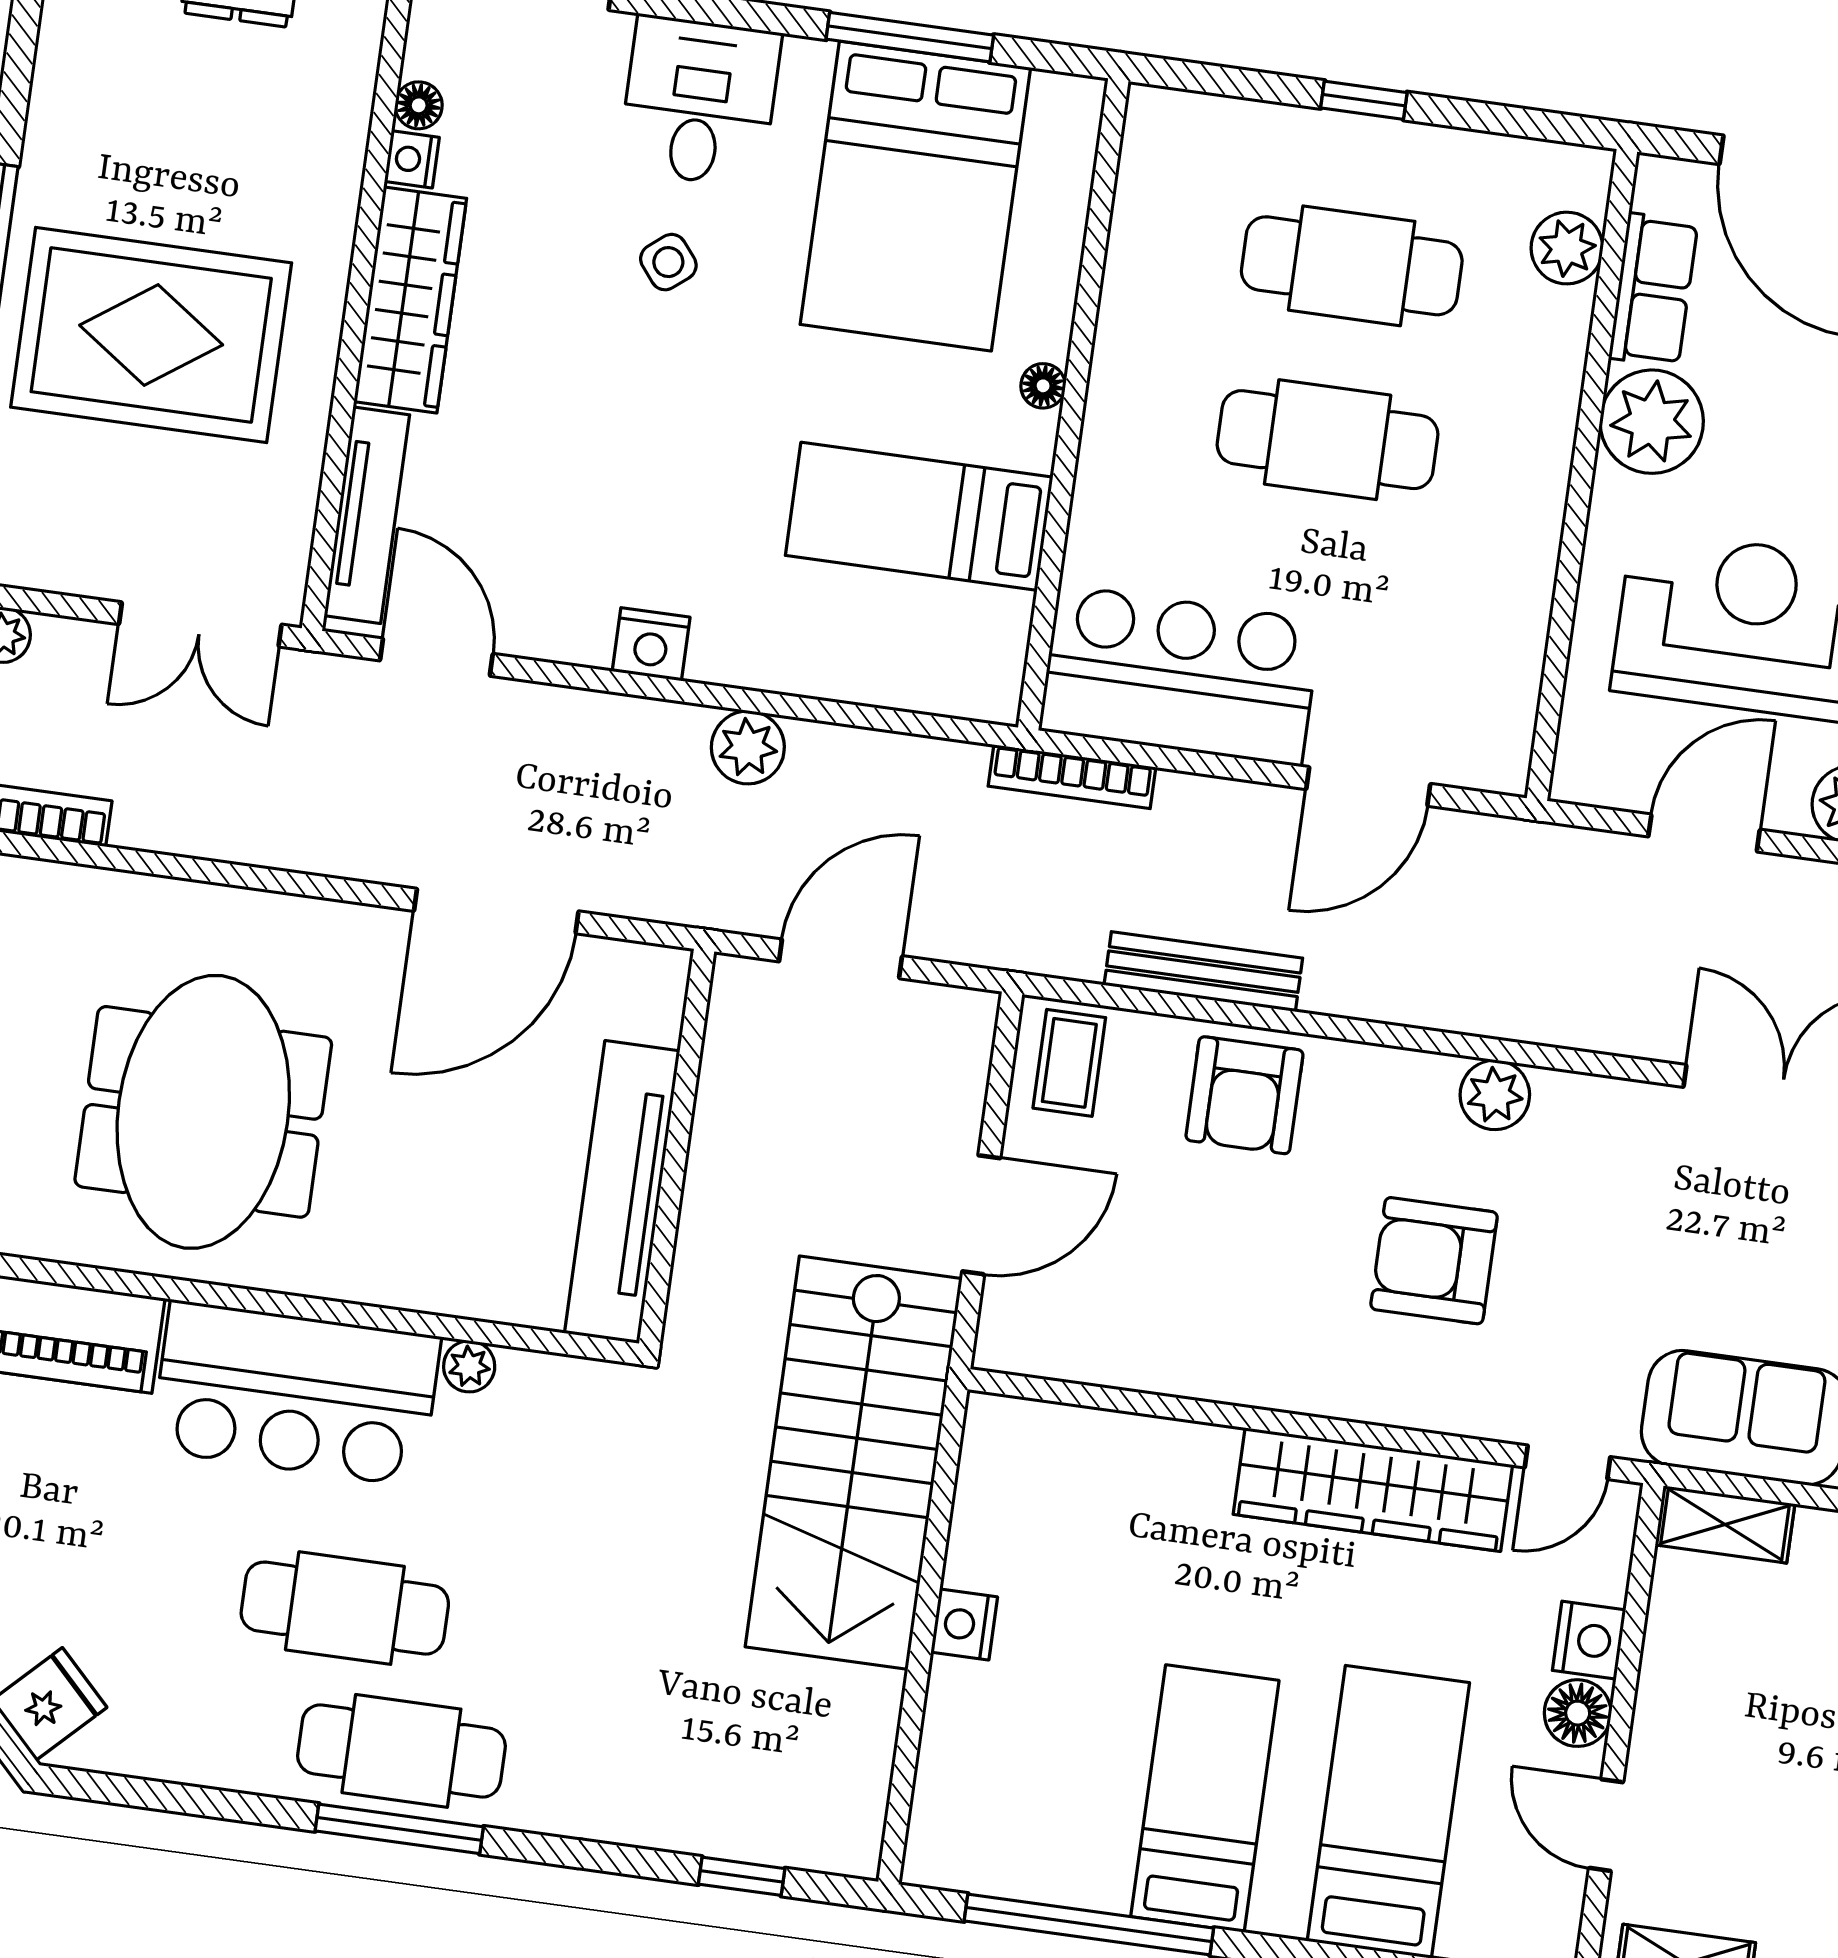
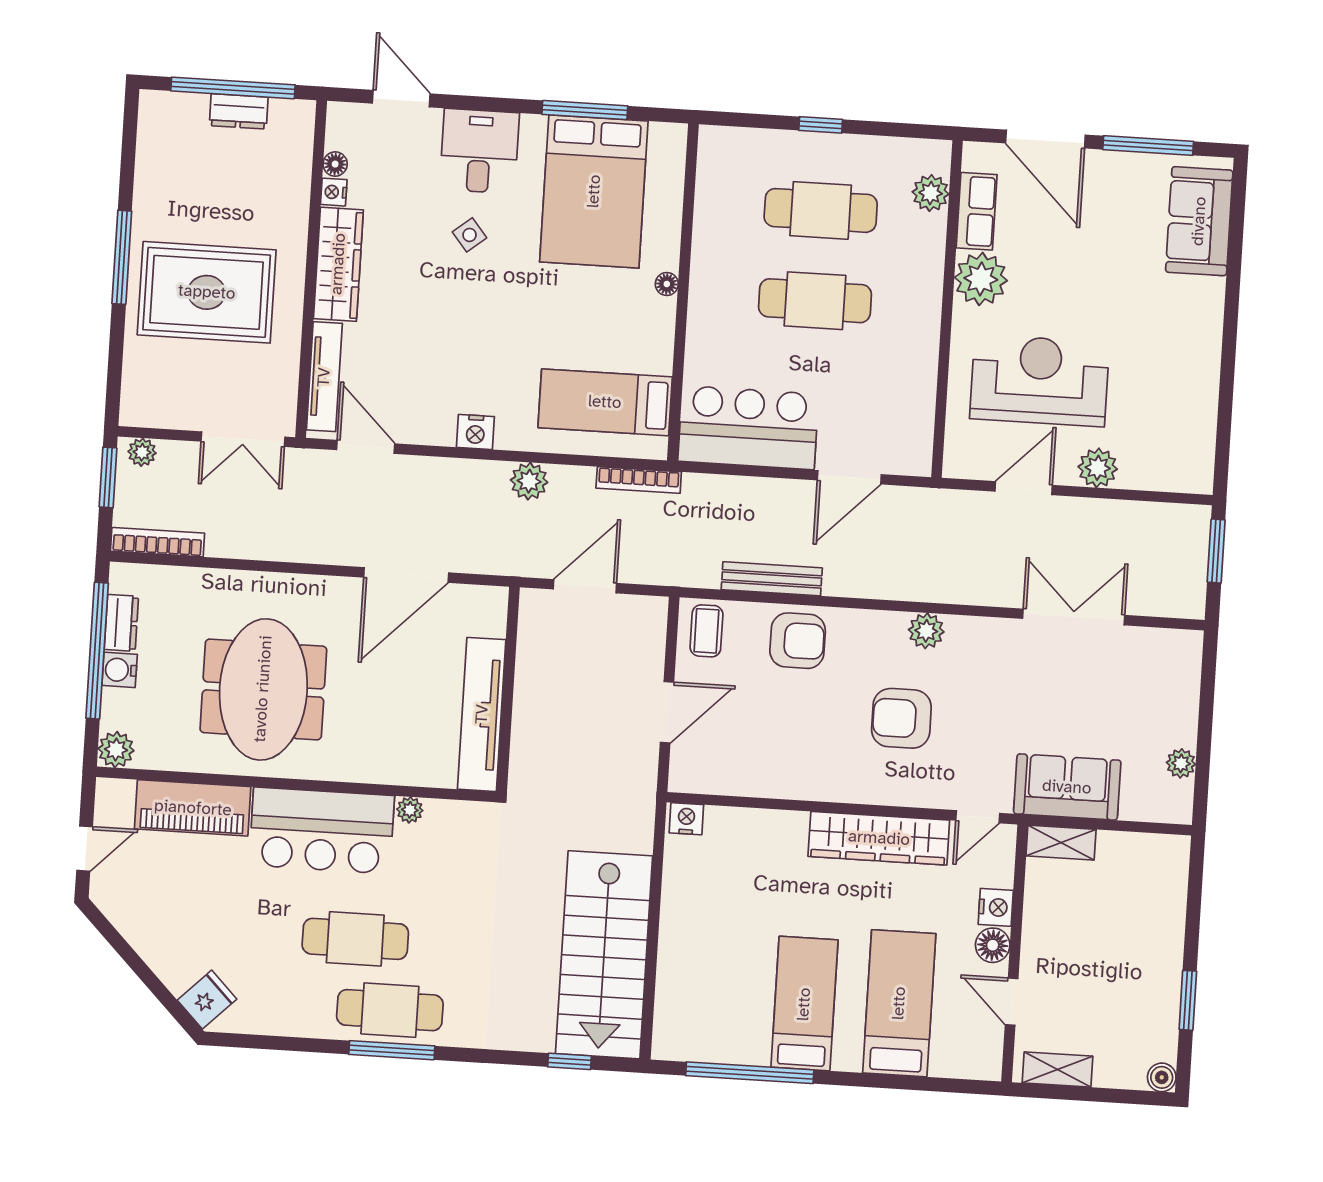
bed: (919, 516) -> (605, 402), moved
bookcase: (1072, 777) -> (639, 480), moved
armchair: (1244, 1095) -> (798, 641), turned -90
stairs: (854, 1463) -> (604, 955), moved
nightstand: (964, 1625) -> (686, 819), moved, turned 90

